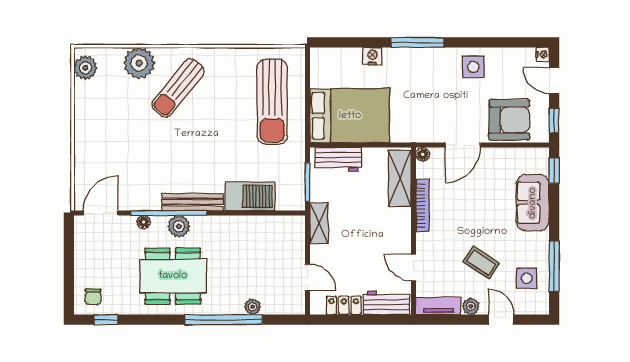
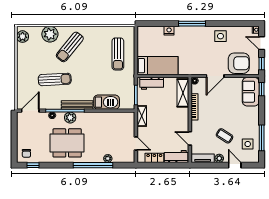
sun lounger: (272, 102) -> (118, 54), width x0.73, depth x0.75
bed: (350, 116) -> (157, 66), width x0.67
sun lounger: (149, 152) -> (55, 79), added
sofa: (533, 203) -> (251, 92), moved

